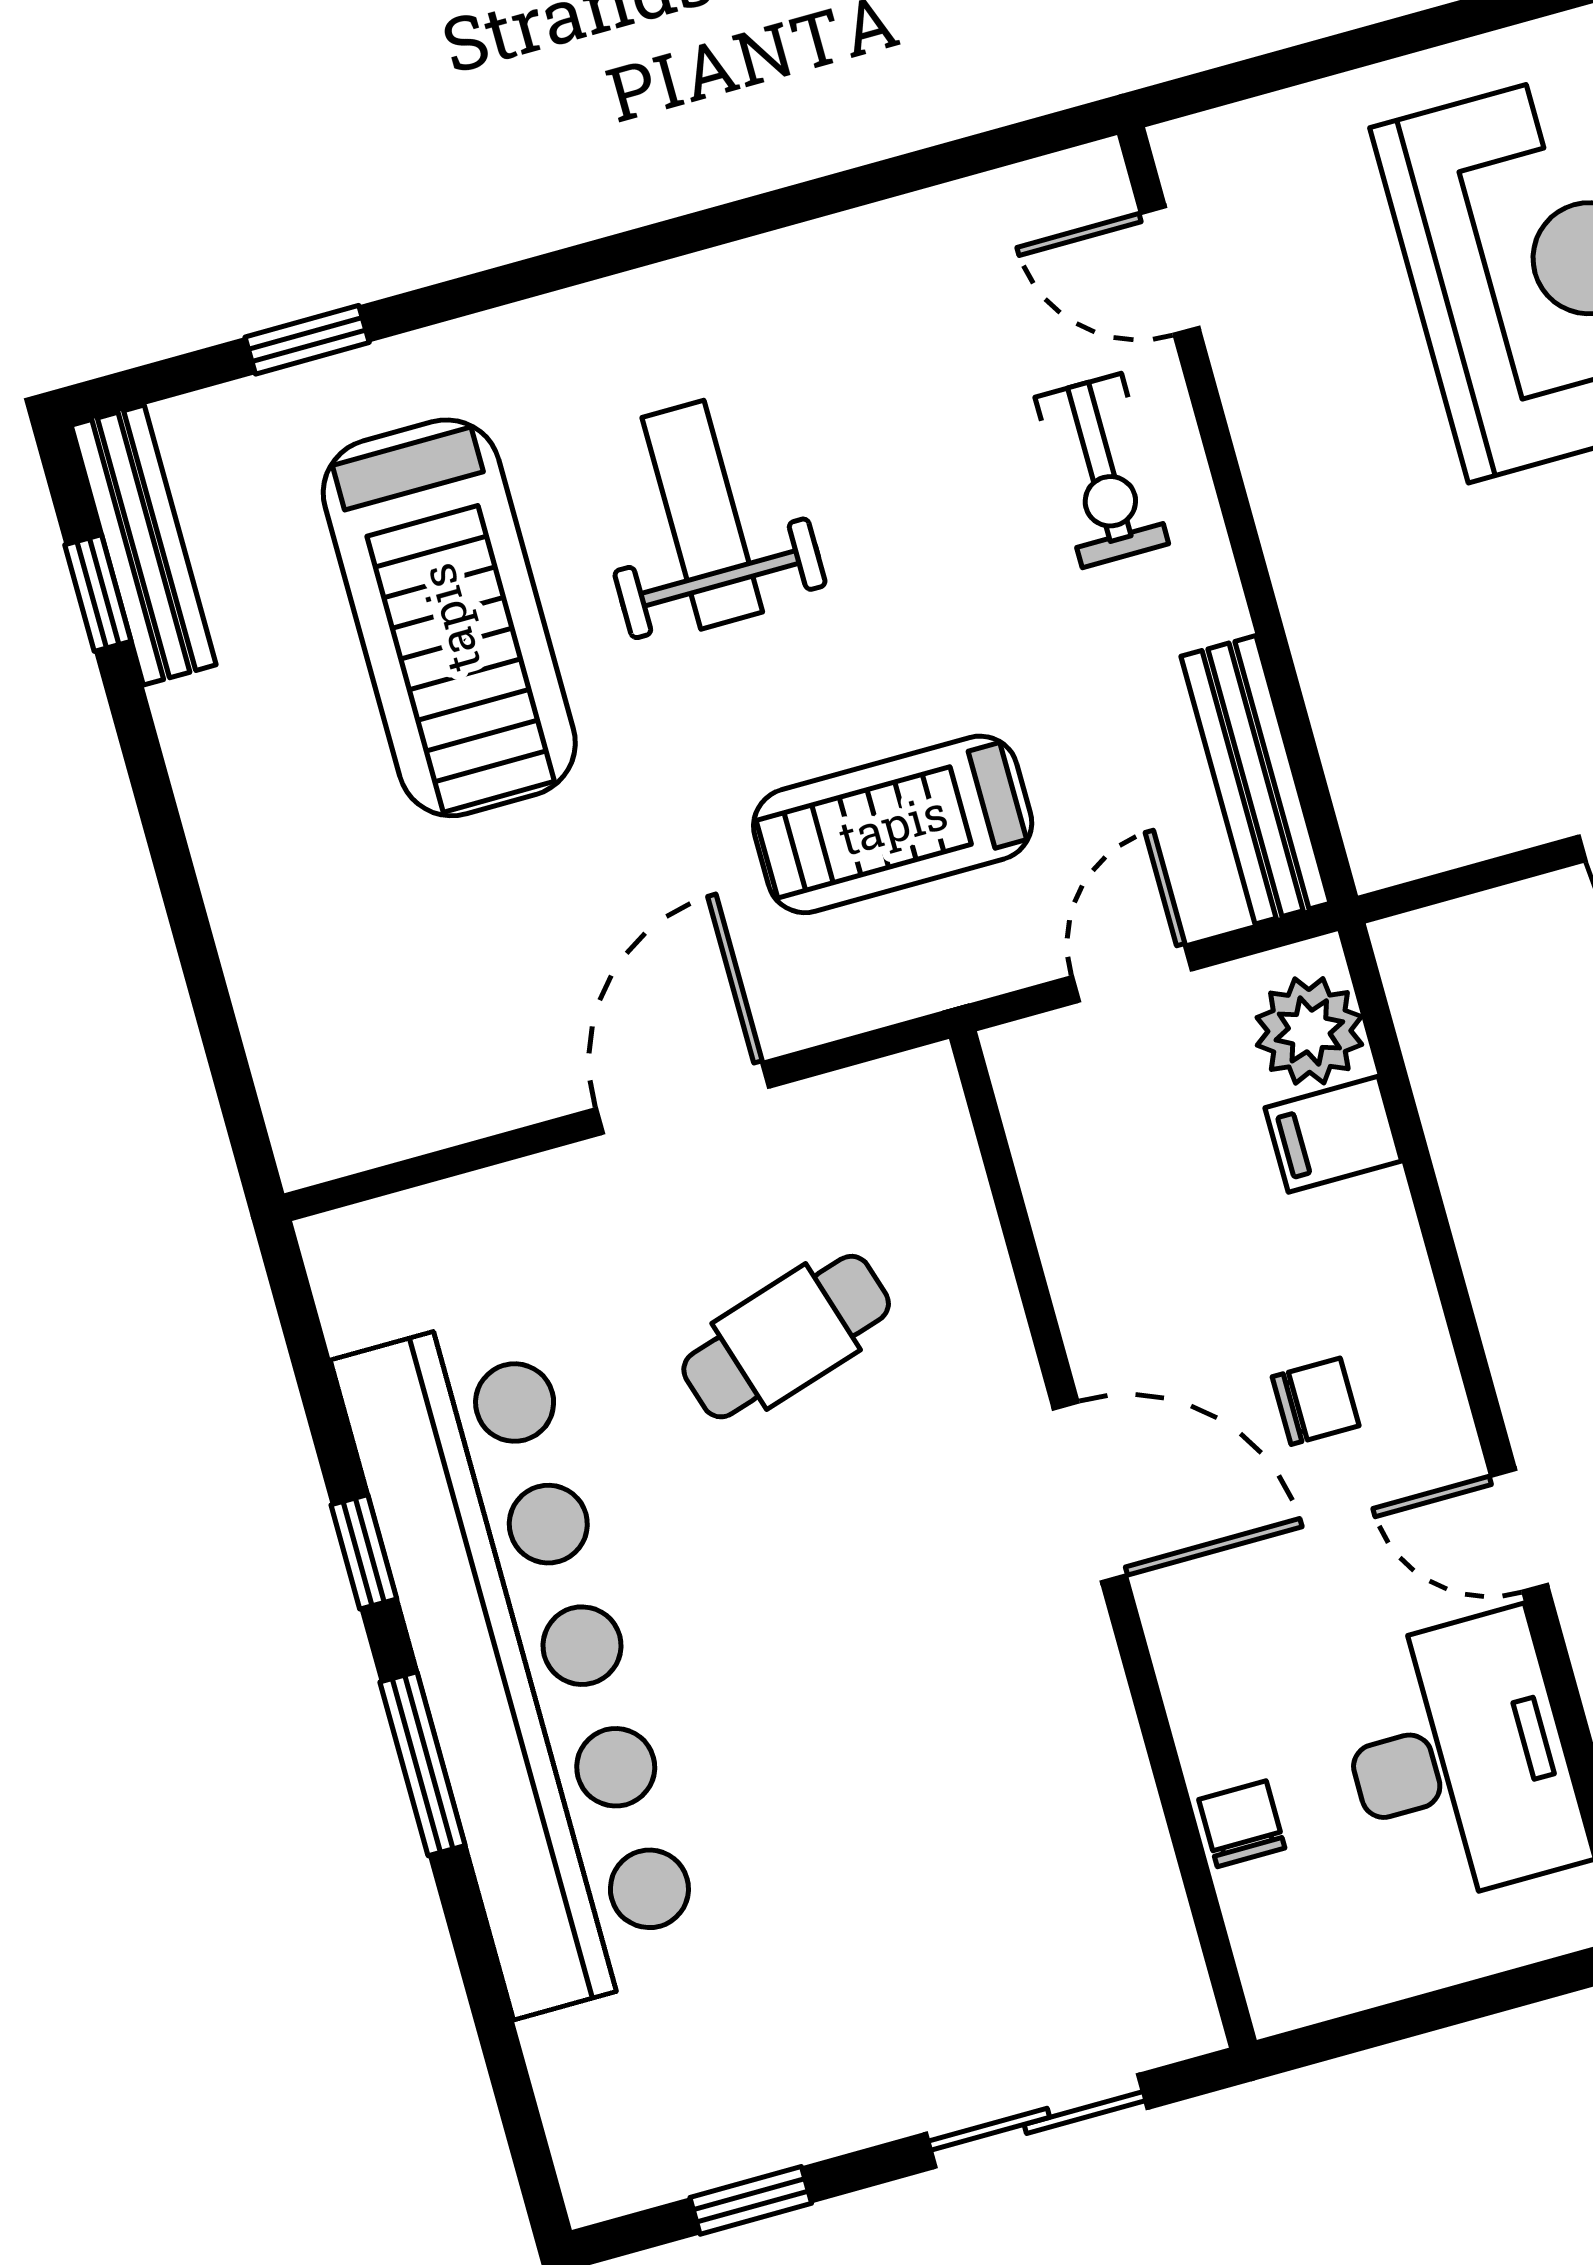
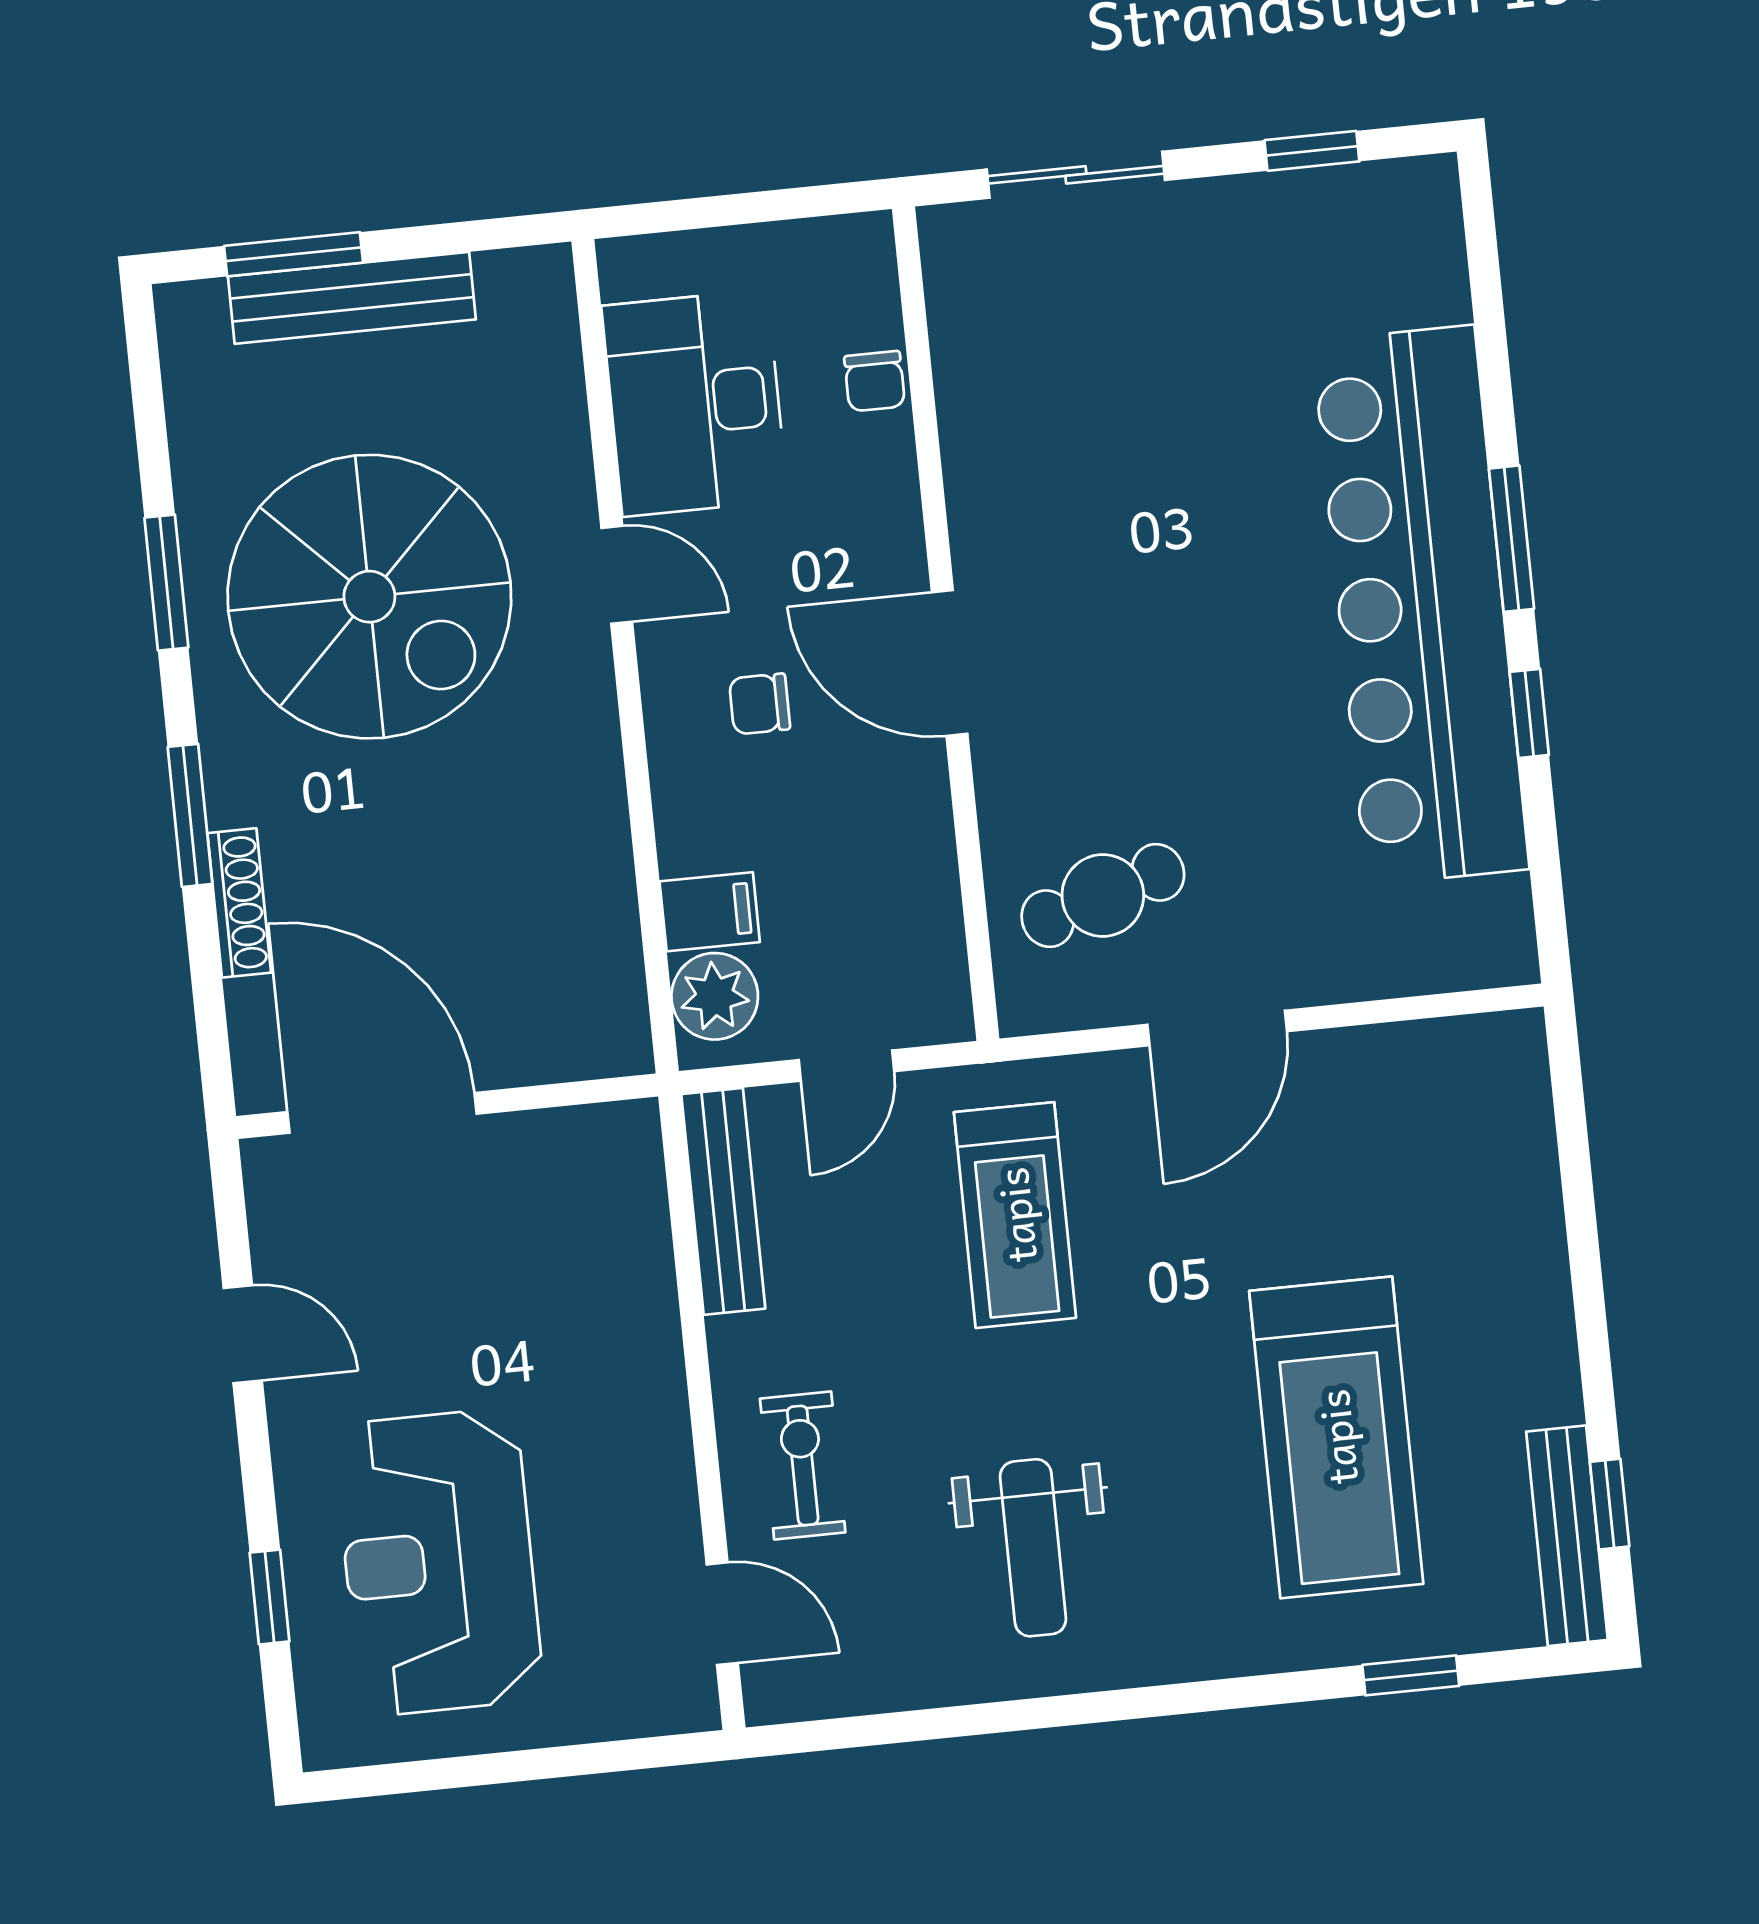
weight bench: (702, 515) -> (1033, 1548), moved
treadmill: (449, 618) -> (1336, 1437), turned 180
treadmill: (893, 824) -> (1015, 1215), turned 90
cafe table: (786, 1337) -> (1103, 895), moved

